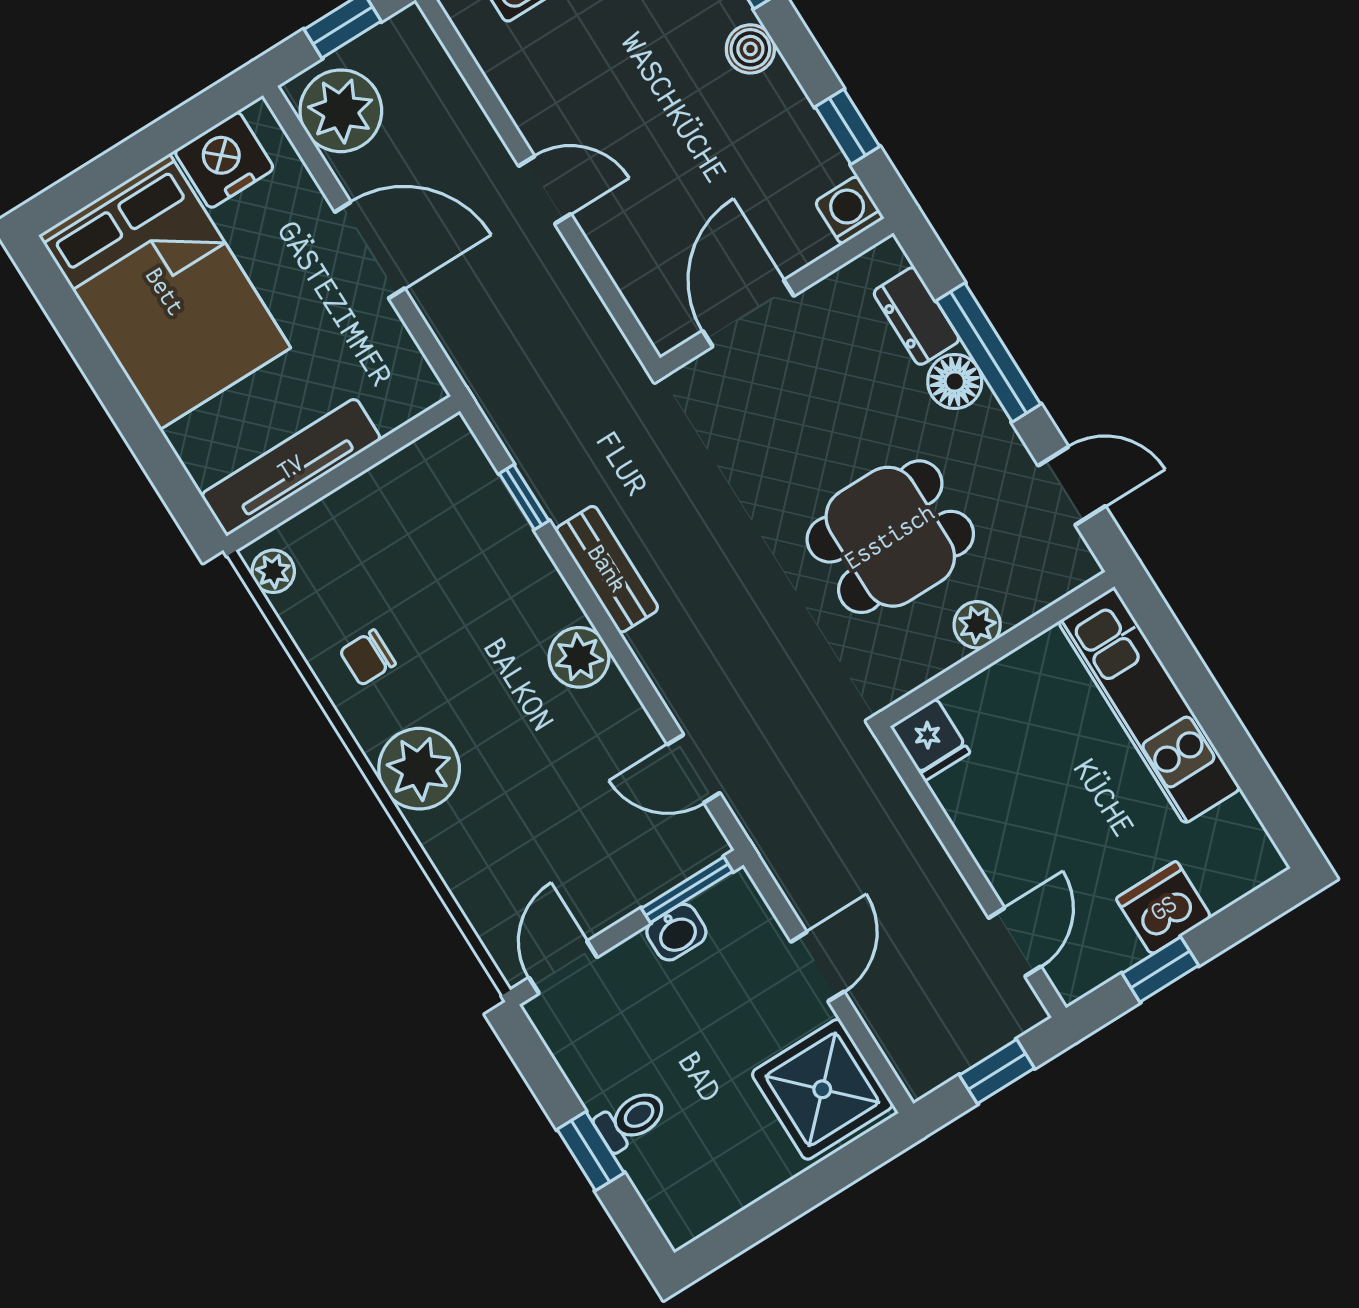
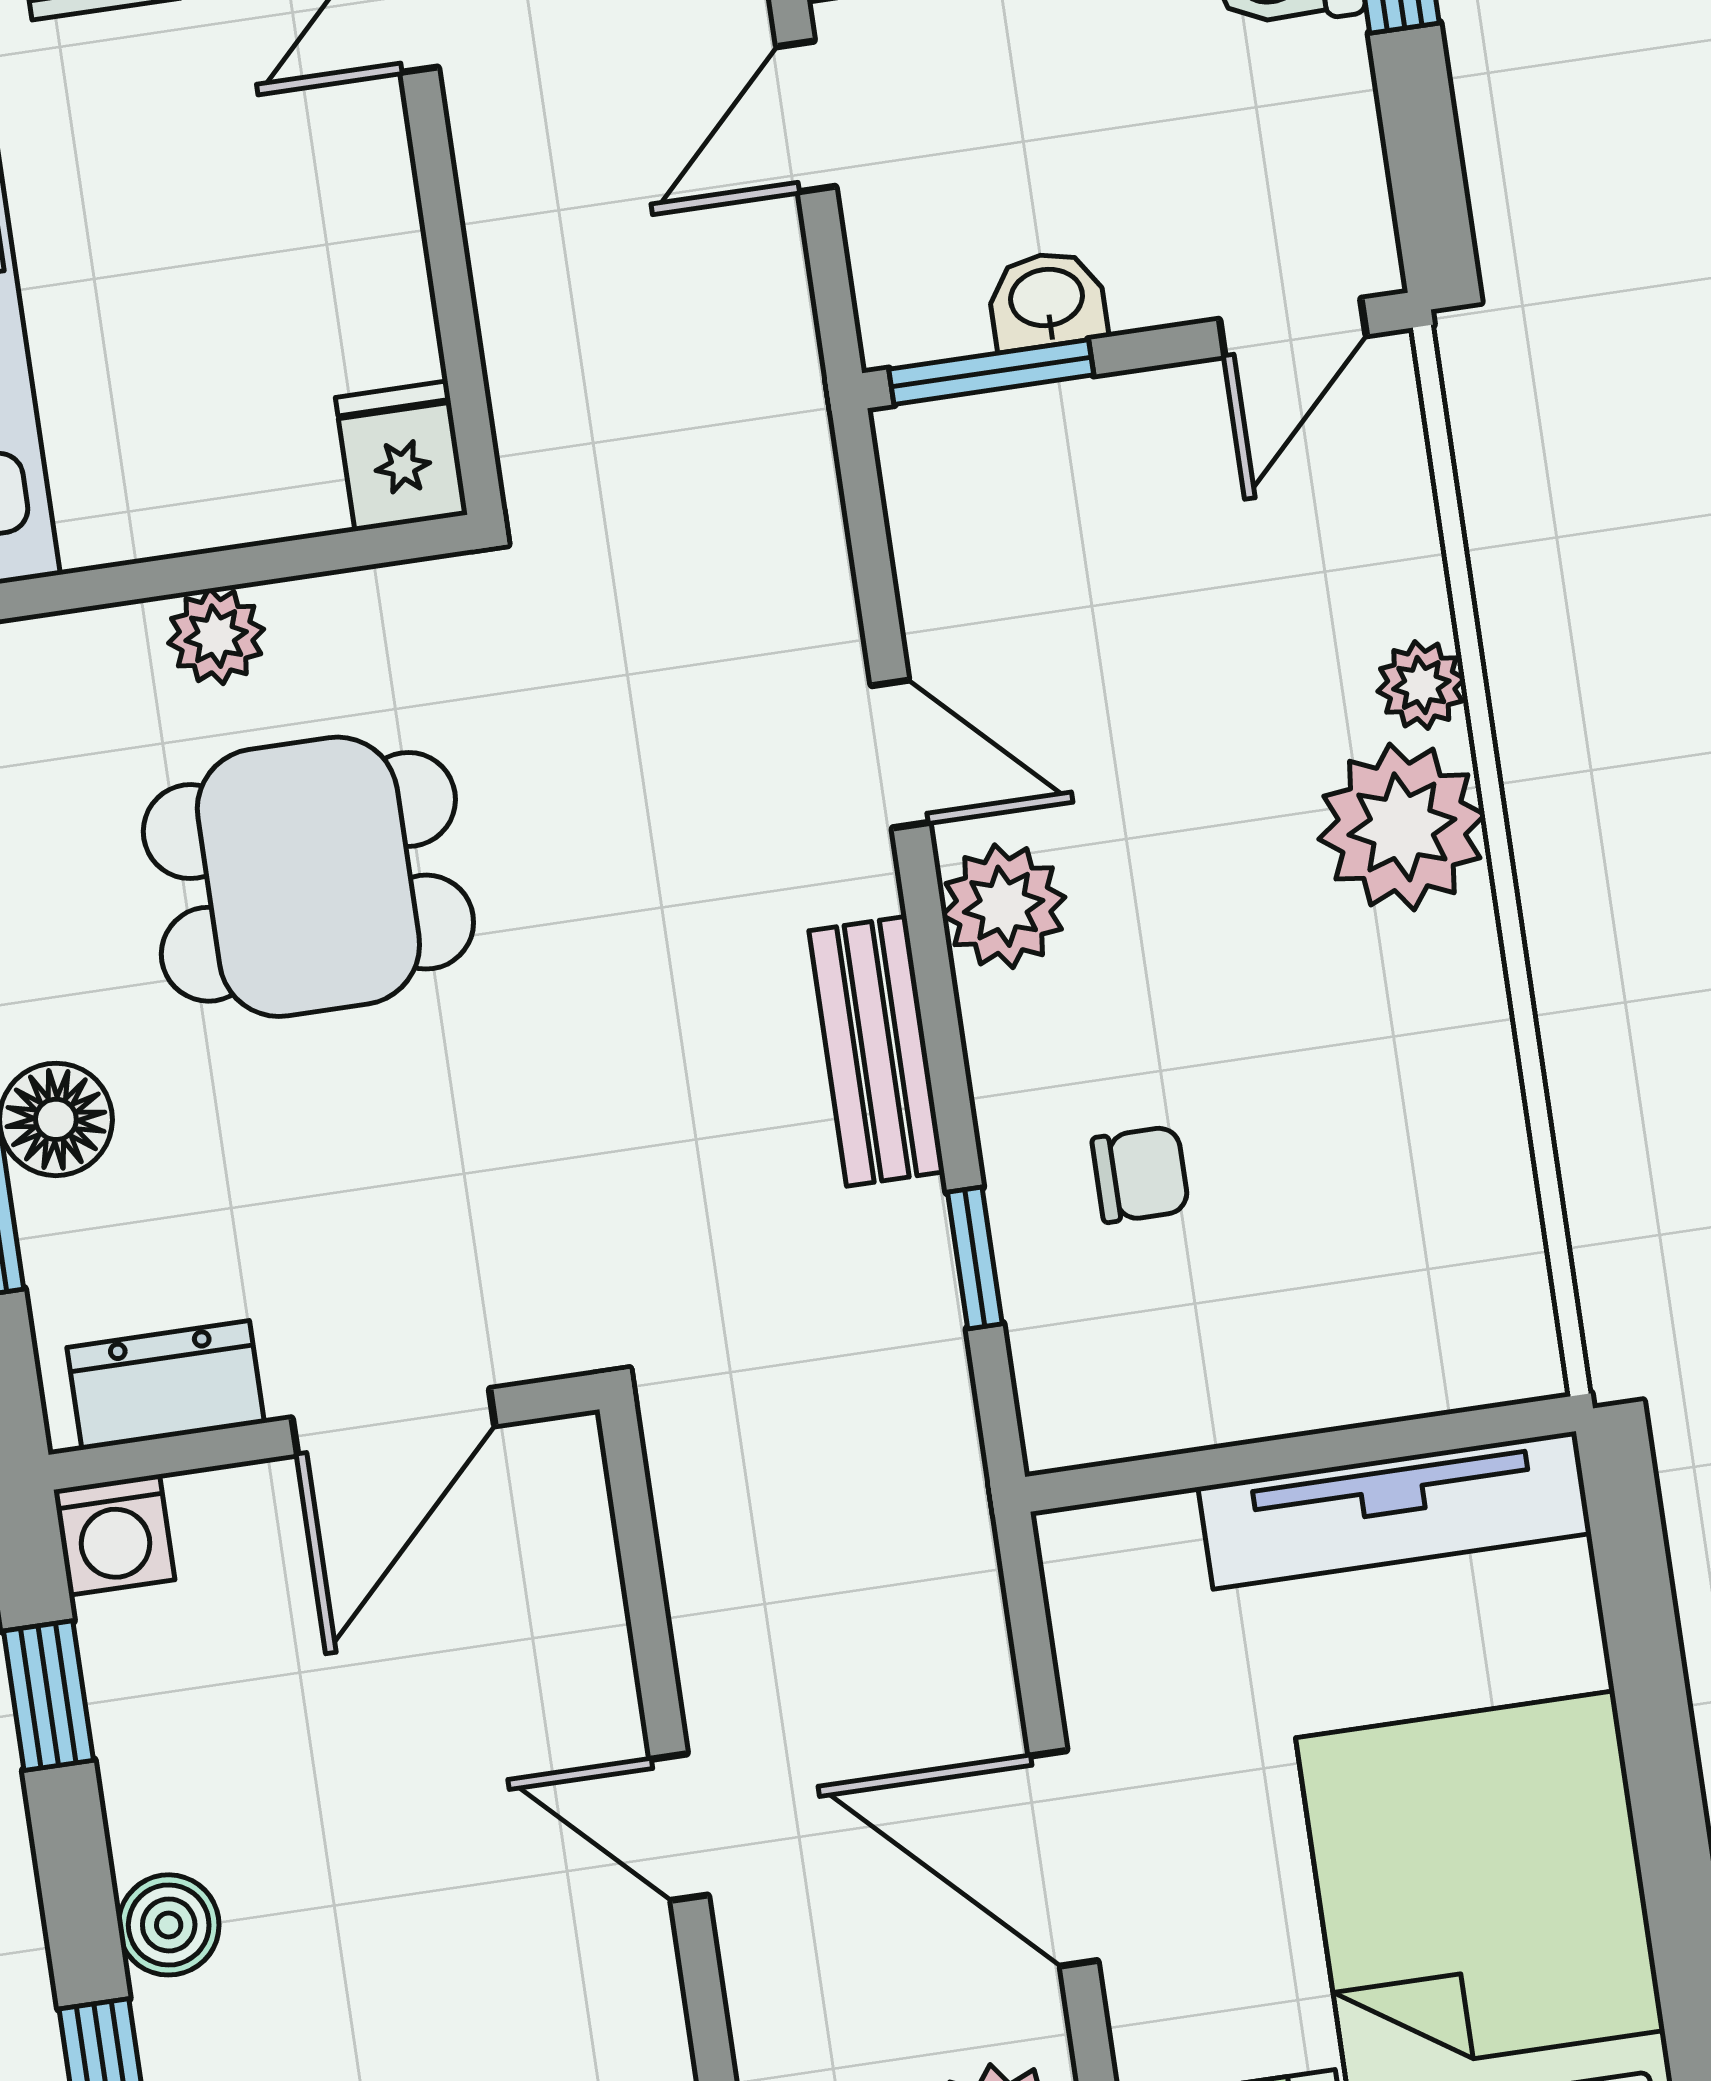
dresser: (916, 316) -> (166, 1385), moved, turned -90
plant: (273, 571) -> (1421, 685), moved
chair: (368, 658) -> (1140, 1174), moved
door: (694, 769) -> (900, 754), moved

